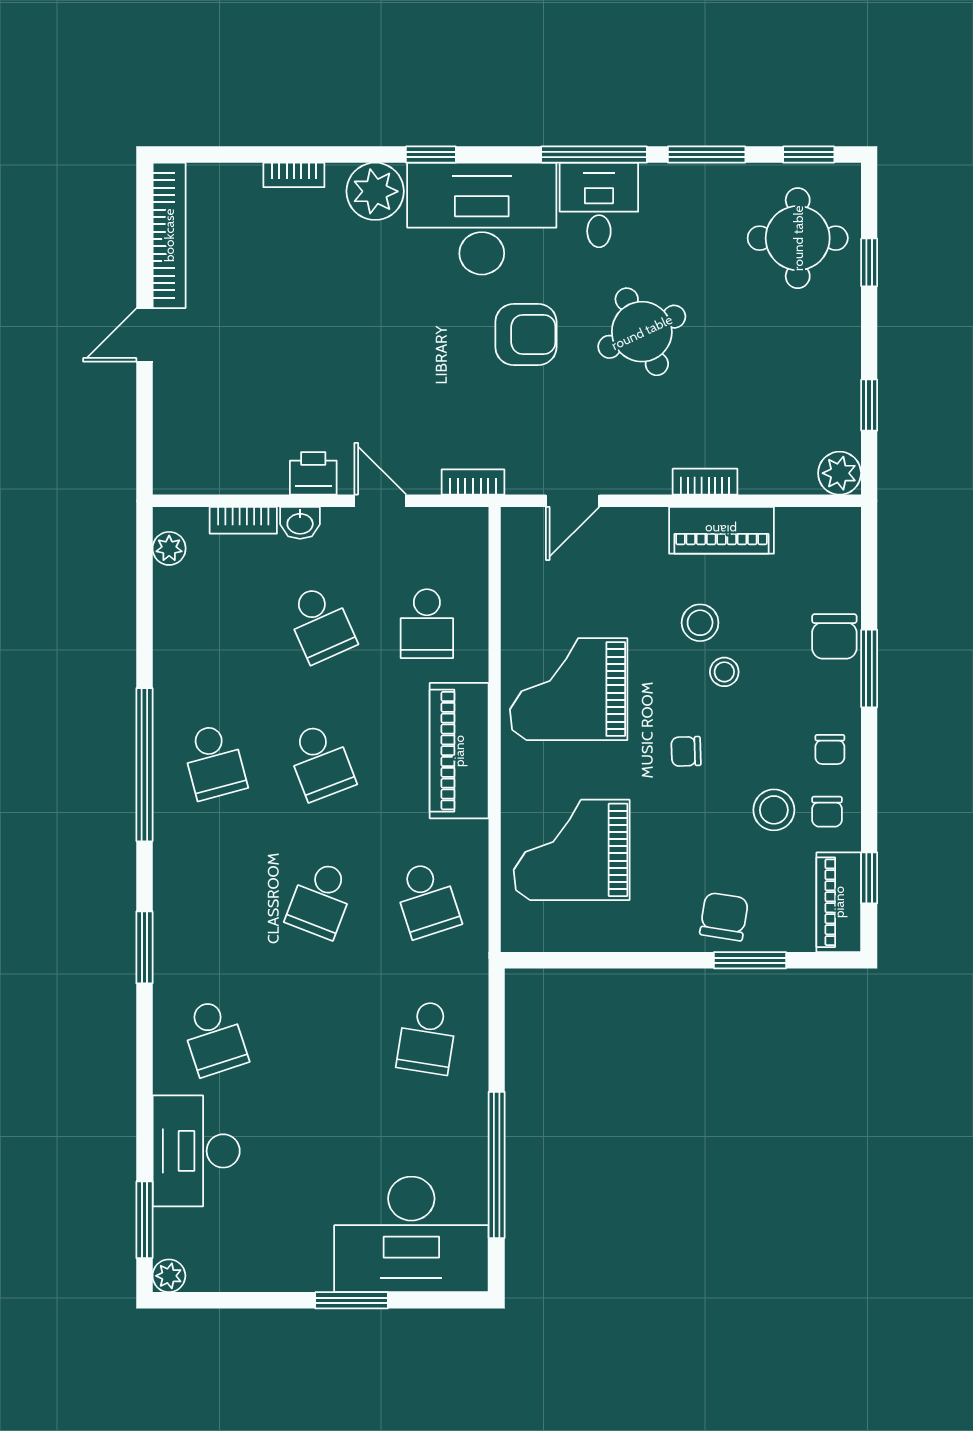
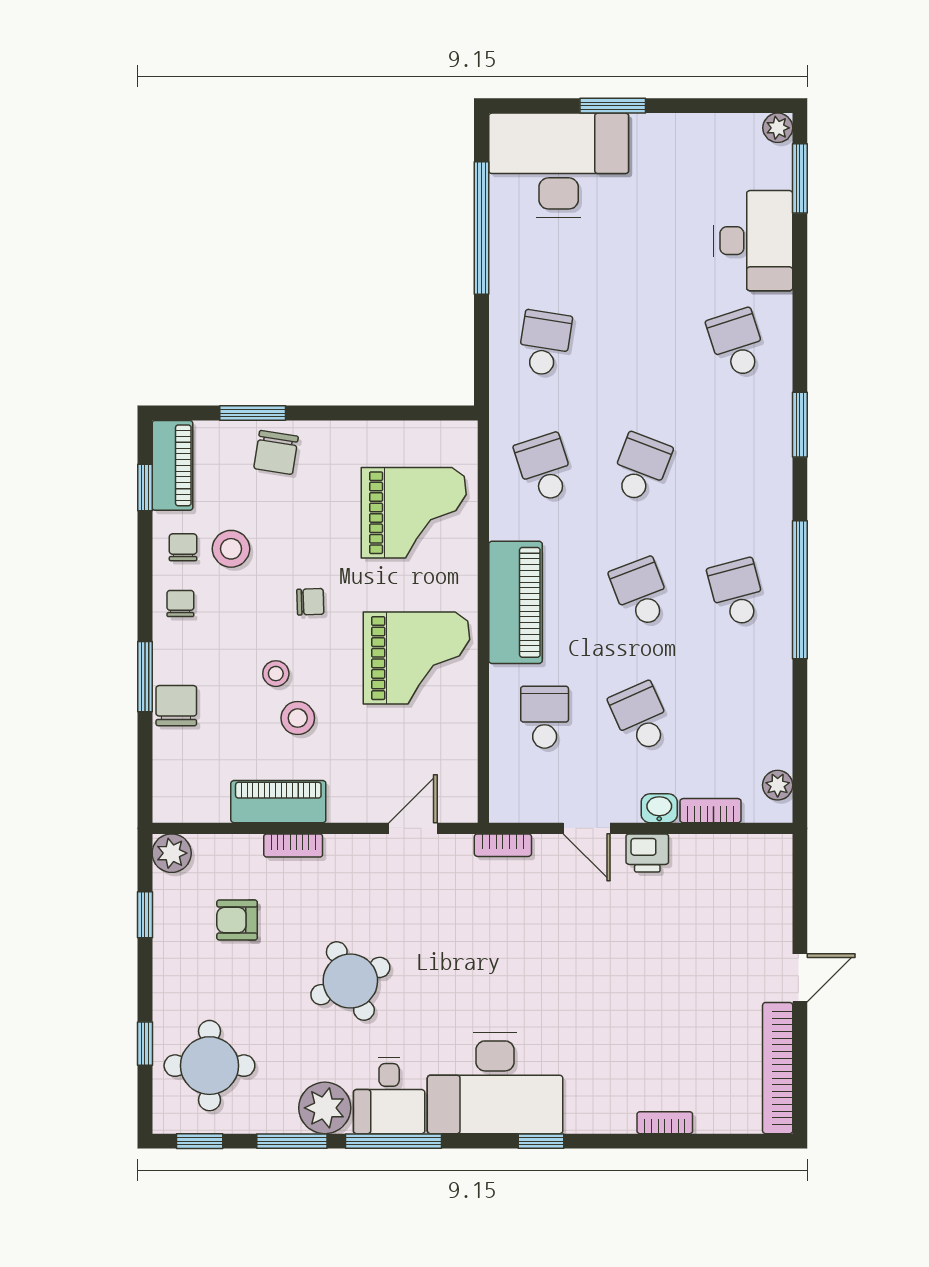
plant: (375, 191) -> (325, 1108), moved
armchair: (526, 334) -> (237, 920), moved, width x0.72, depth x0.72

